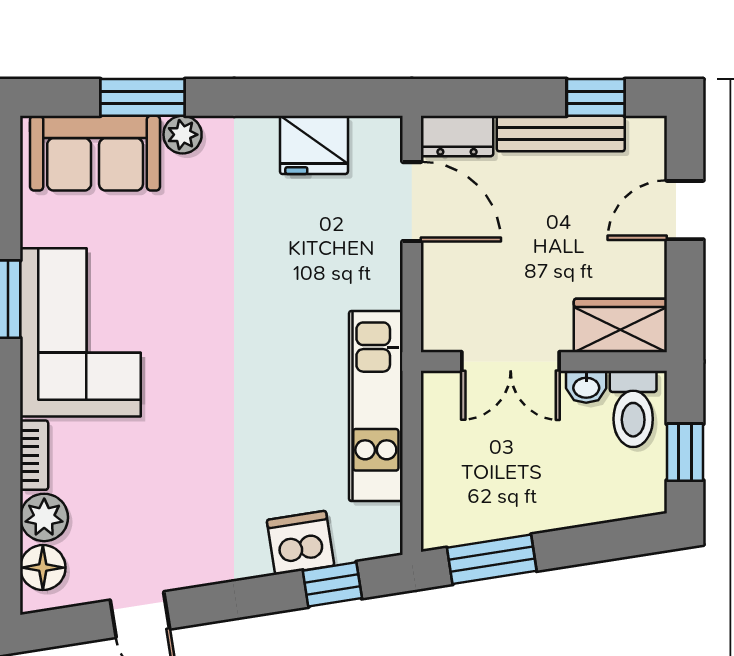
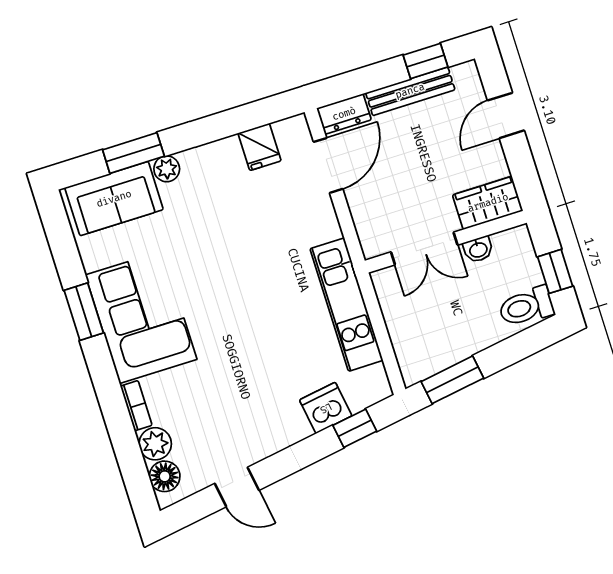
fridge: (314, 145) -> (260, 147), width x0.72
door: (412, 202) -> (328, 165), hinge flipped
toilet: (633, 409) -> (526, 307), moved, turned 90

